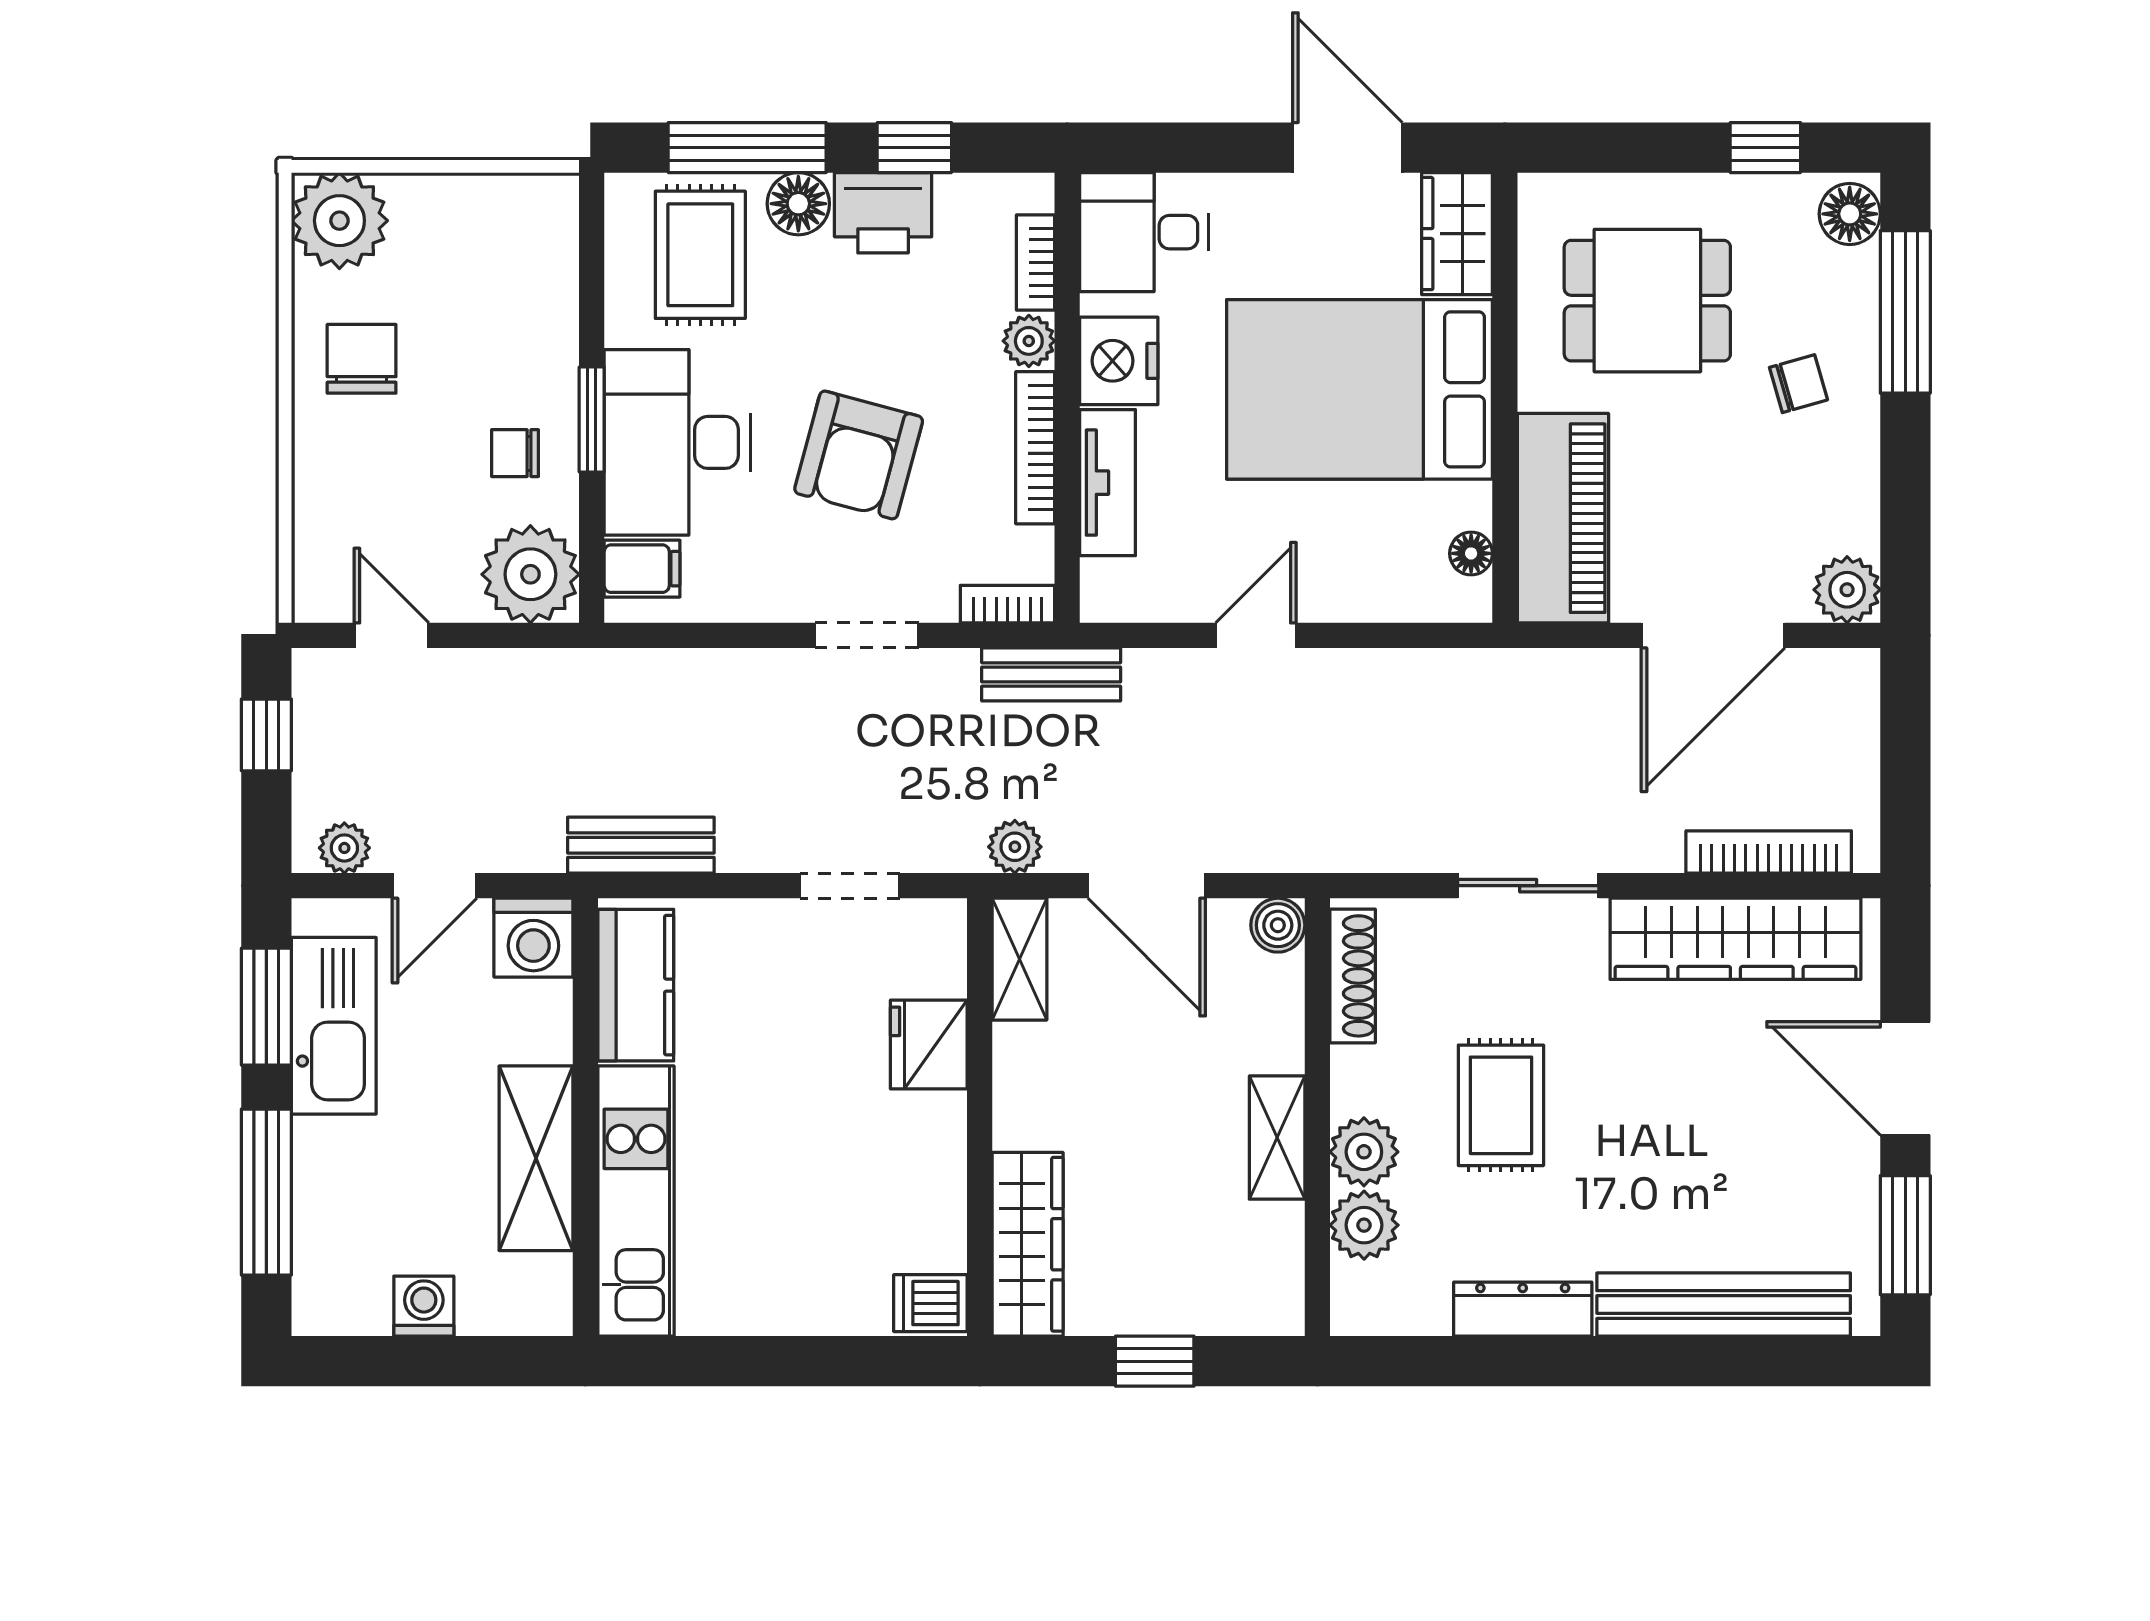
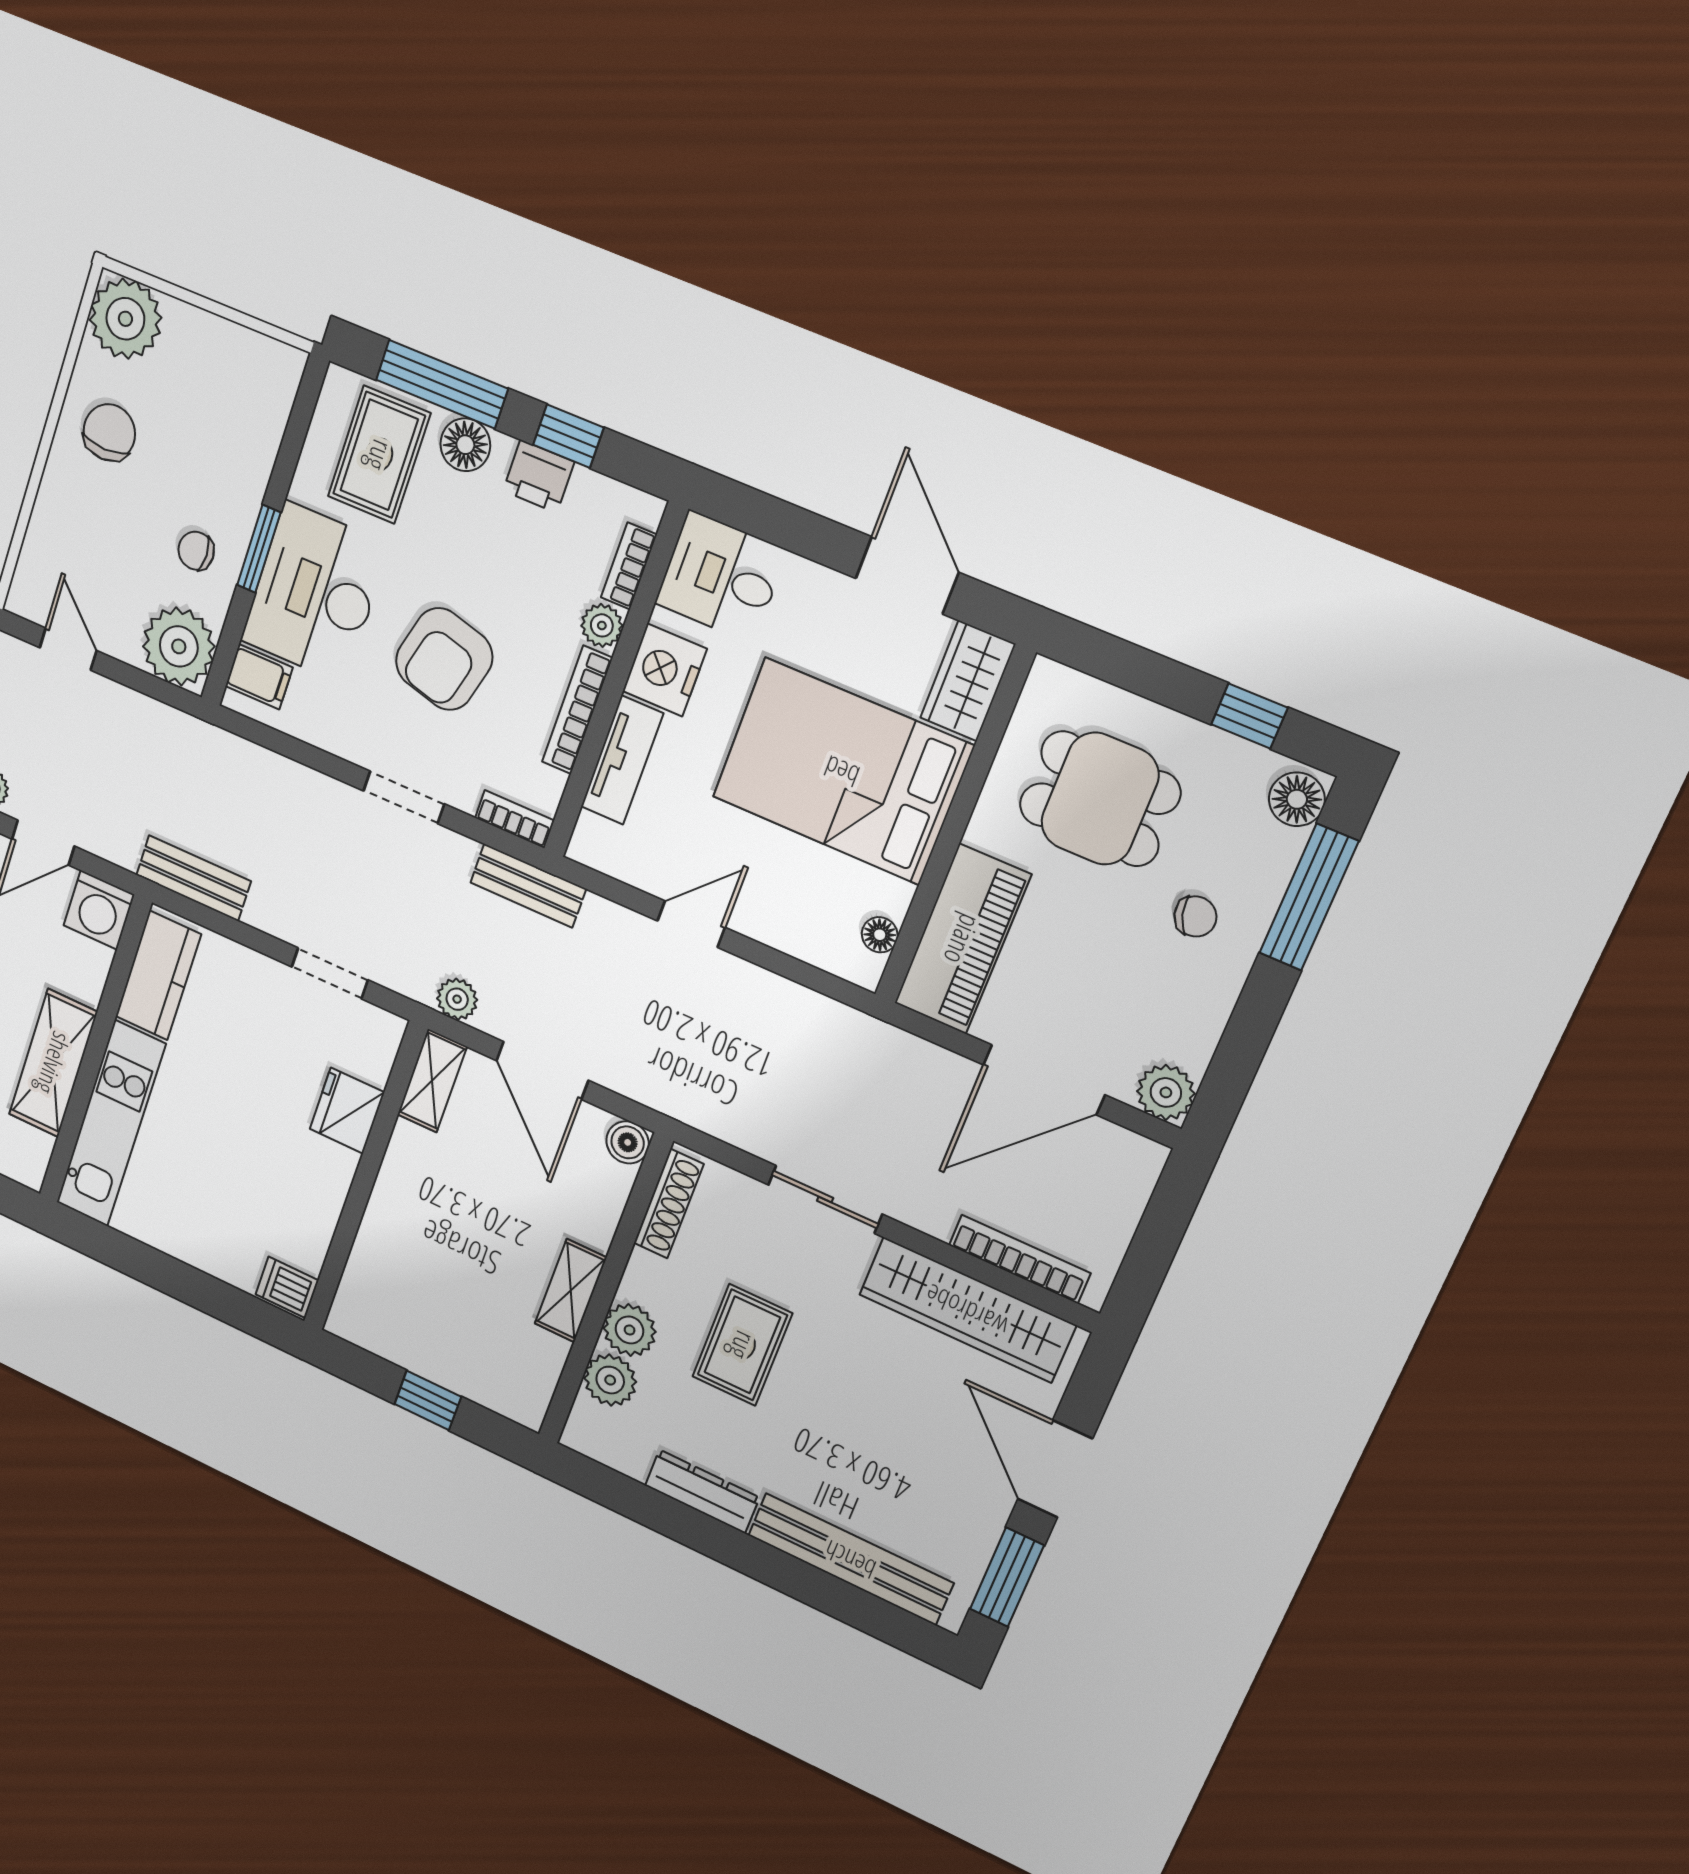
printer: (883, 213) -> (539, 476), width x0.73, depth x0.81
wardrobe: (1028, 1244) -> (368, 1280), removed

